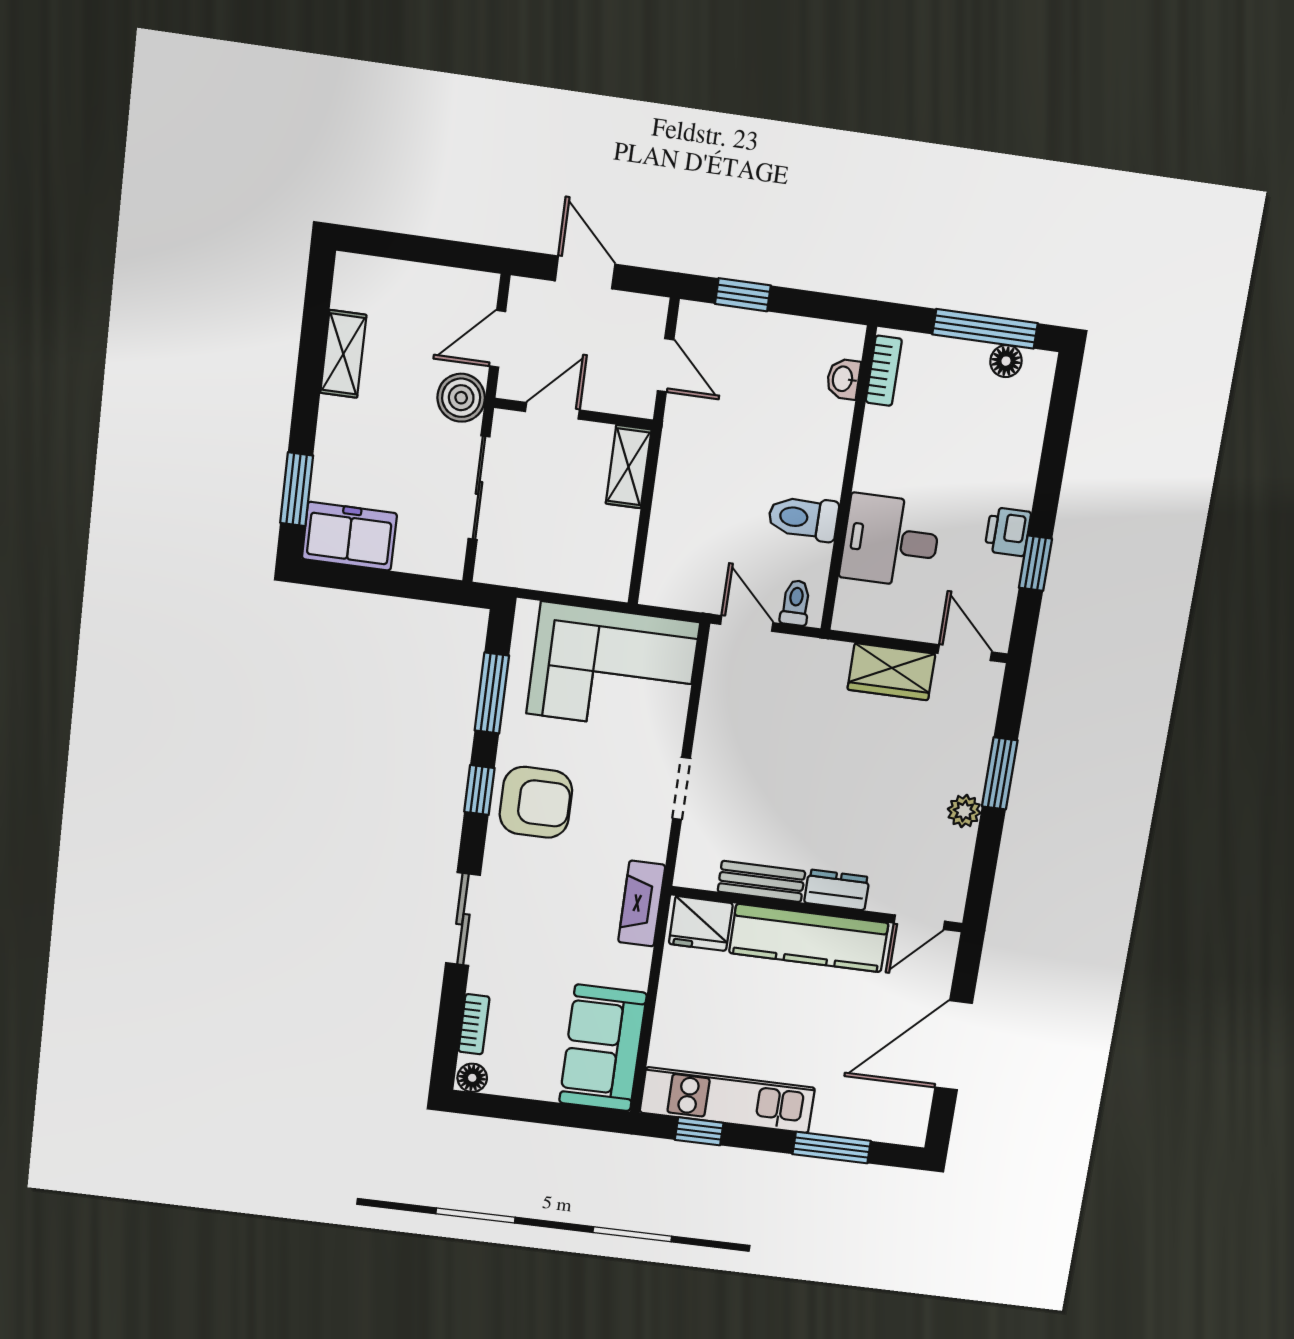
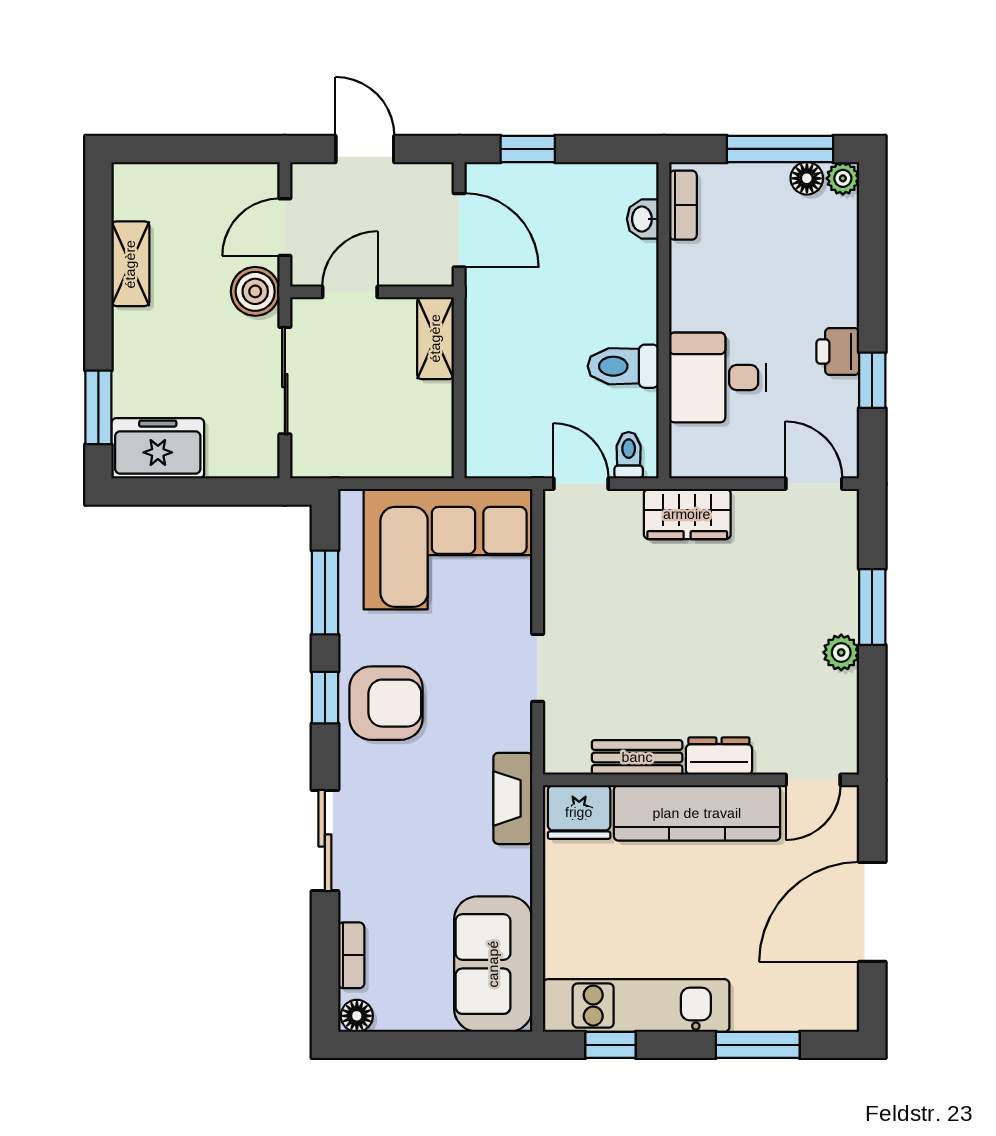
door: (666, 365) -> (459, 230), width x1.37
plant: (1040, 366) -> (843, 178), added
wardrobe: (891, 672) -> (687, 514), moved

